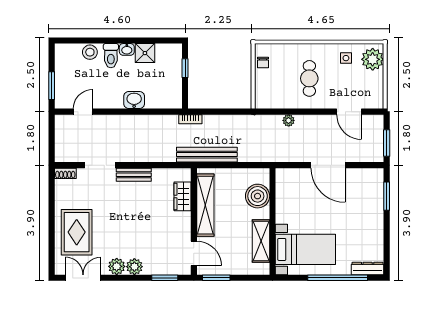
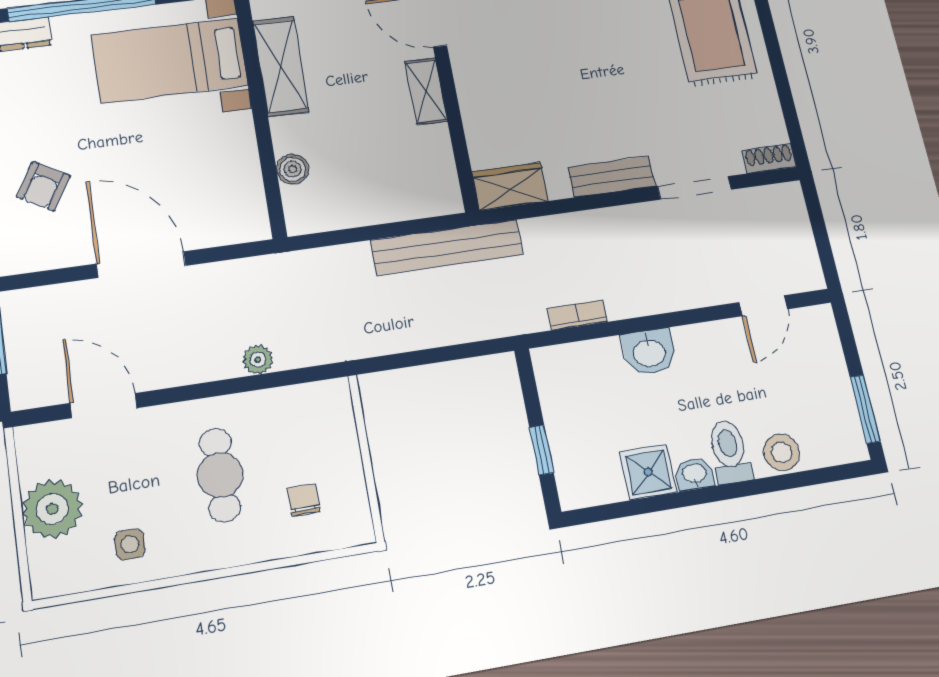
plant: (373, 59) -> (52, 509), moved
chair: (263, 63) -> (304, 500), moved
window: (52, 86) -> (865, 409), moved
bookcase: (190, 119) -> (577, 315), moved
wardrobe: (183, 196) -> (510, 186), moved, turned -90
boiler: (258, 196) -> (293, 169), width x0.54, depth x0.54
armchair: (362, 203) -> (43, 186), added
shelving: (205, 205) -> (426, 91), width x0.45, depth x0.75

